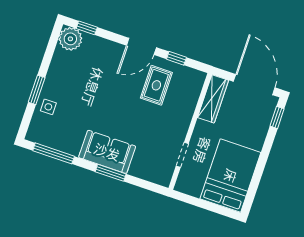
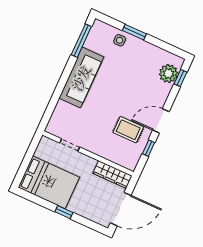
plant: (70, 39) -> (168, 74), moved
door: (141, 46) -> (161, 121), hinge flipped
window: (277, 117) -> (64, 212), moved
sofa: (107, 152) -> (81, 78), width x1.36
window: (111, 173) -> (61, 85), removed

